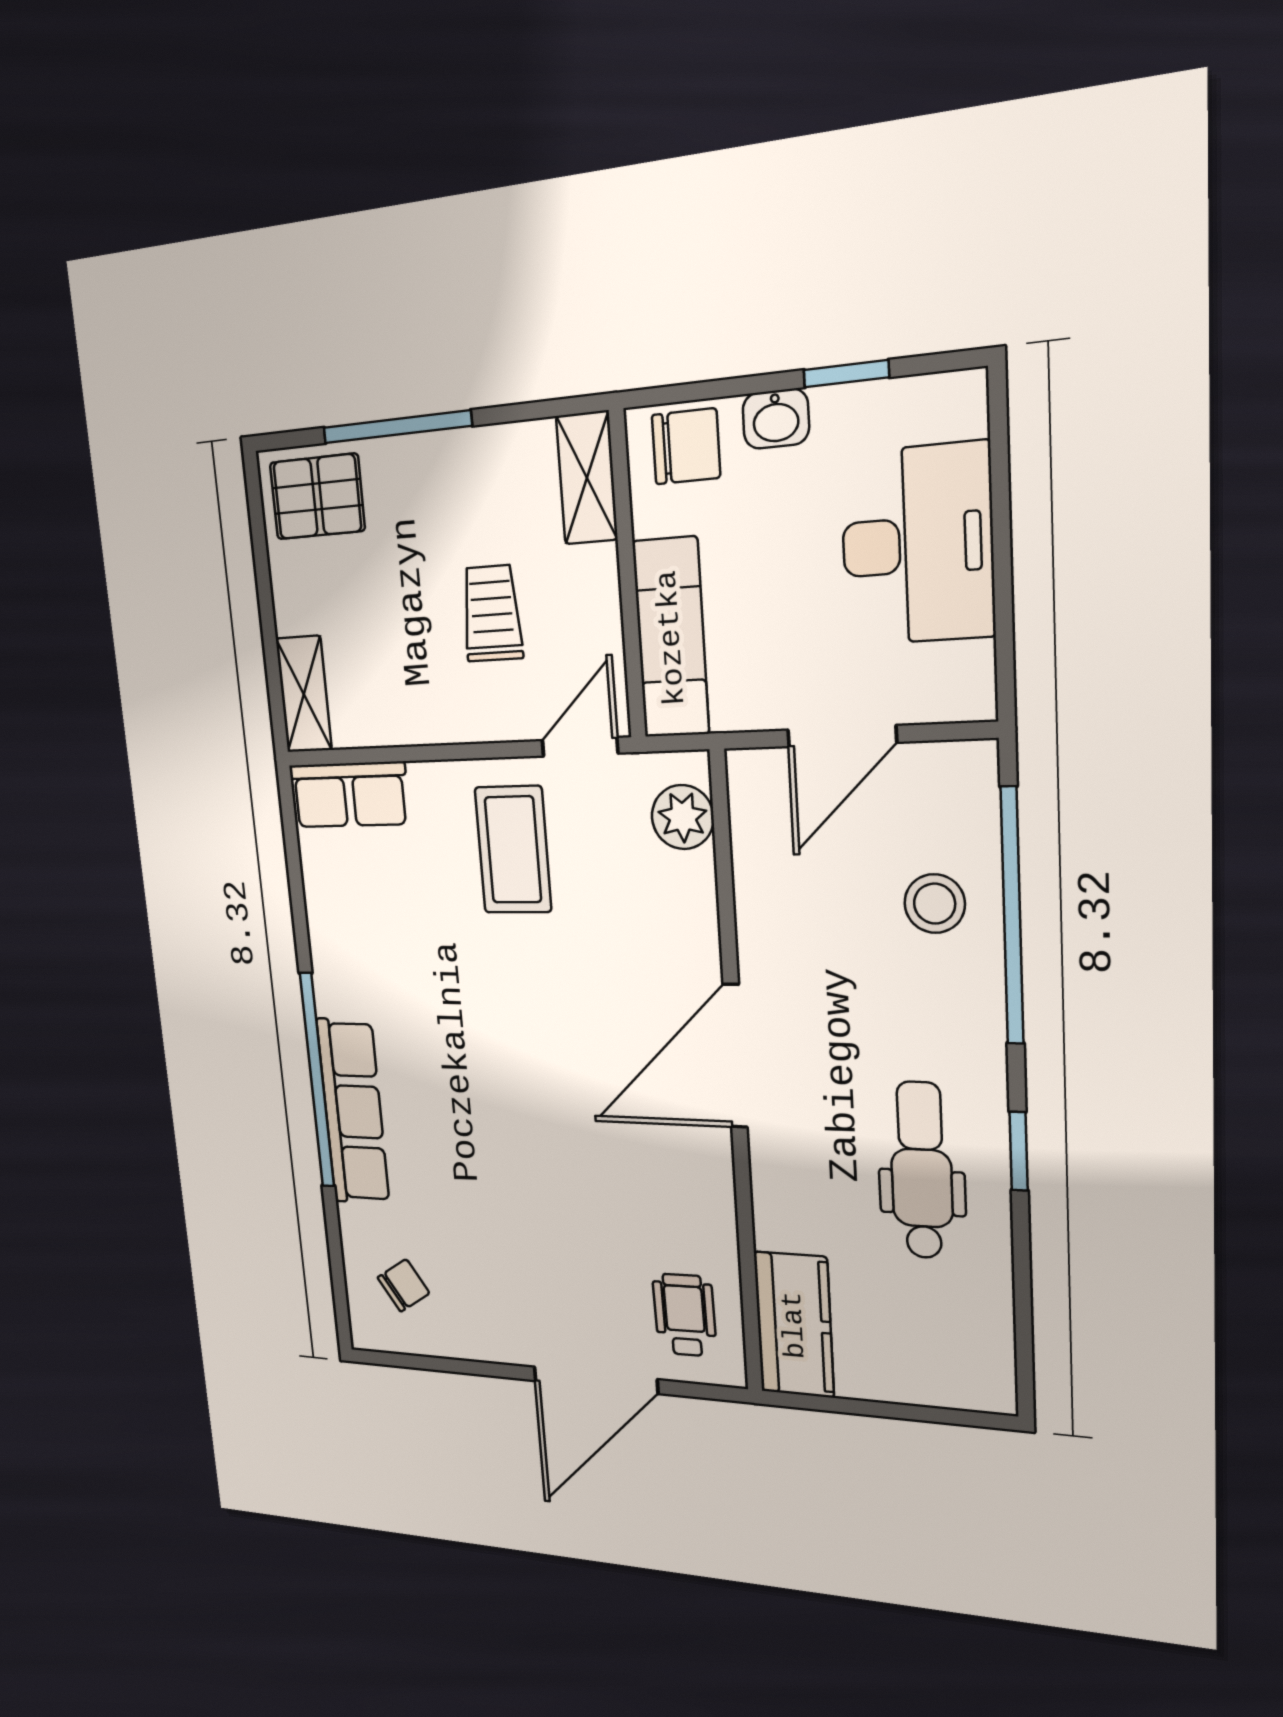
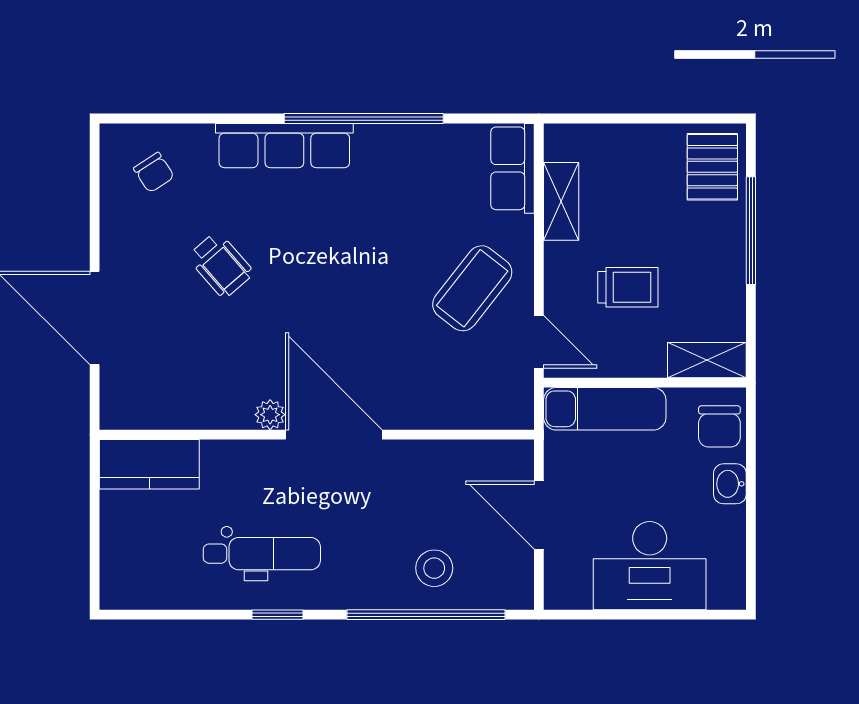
window: (846, 374) -> (751, 528), removed
shelving: (304, 694) -> (561, 201), moved, turned 90
plant: (683, 817) -> (270, 415), moved, width x0.73, depth x0.73
coffee table: (513, 850) -> (472, 288), turned -52
window: (317, 1081) -> (364, 118), moved
wheelchair: (685, 1315) -> (221, 265), moved, turned 50

